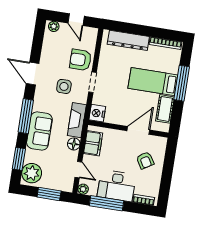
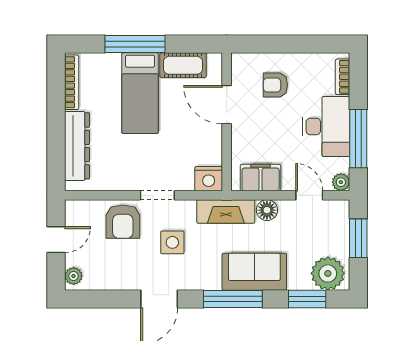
armchair: (145, 160) -> (275, 85), turned -148
door: (78, 170) -> (309, 195), hinge flipped

